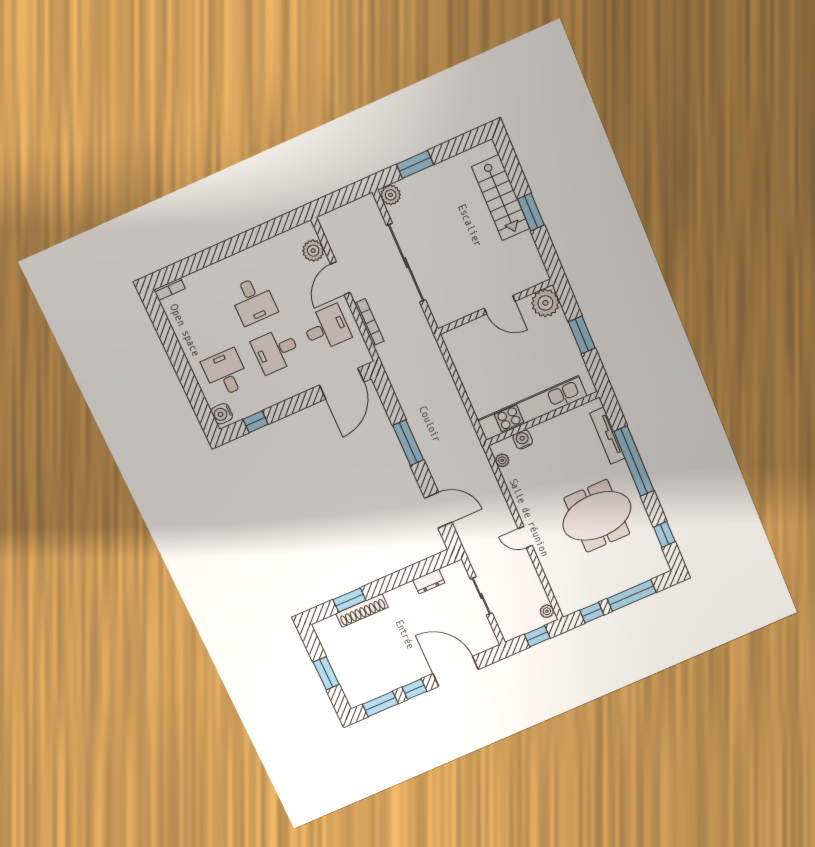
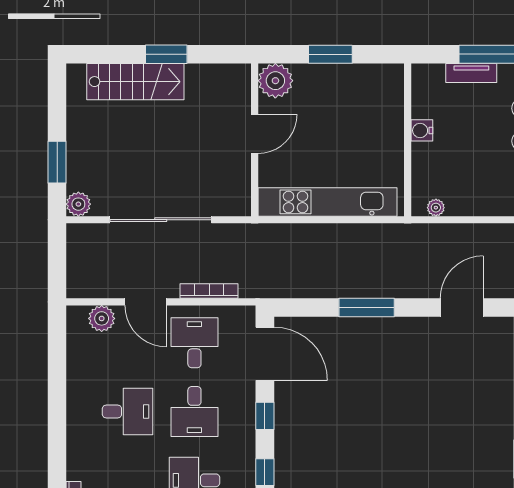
window: (296, 404) -> (265, 416), added
kitchen unit: (532, 408) -> (327, 202), moved, turned 90
tv unit: (607, 436) -> (471, 73), width x0.71
water cooler: (523, 439) -> (422, 130), moved

